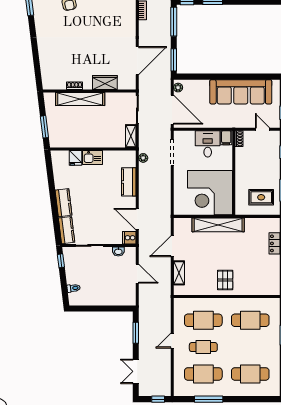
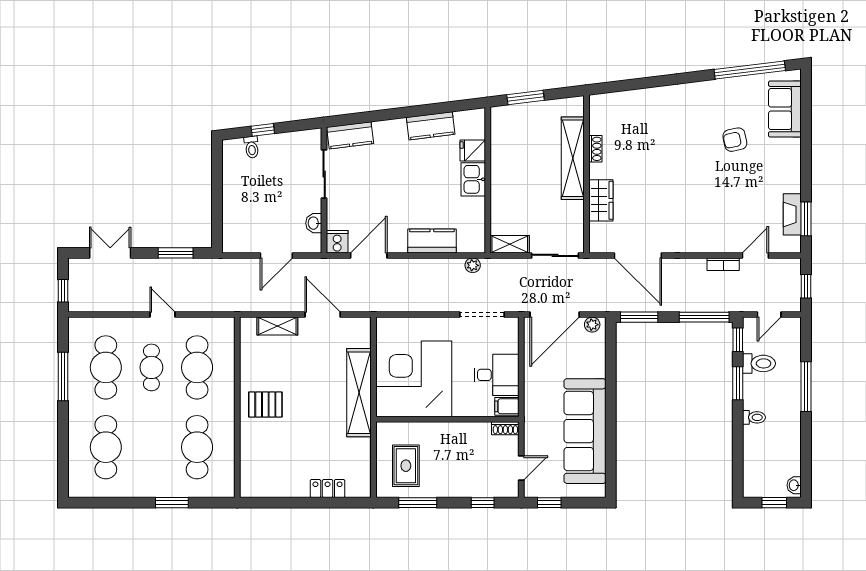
kitchen counter: (63, 203) -> (431, 126), moved
window: (61, 261) -> (263, 130), moved

